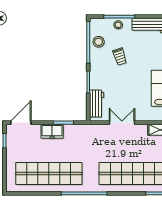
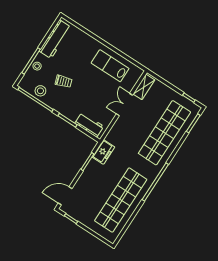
door: (21, 123) -> (65, 196), hinge flipped
double door: (122, 123) -> (124, 104), moved
freezer: (52, 131) -> (103, 152), moved

